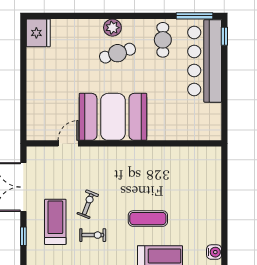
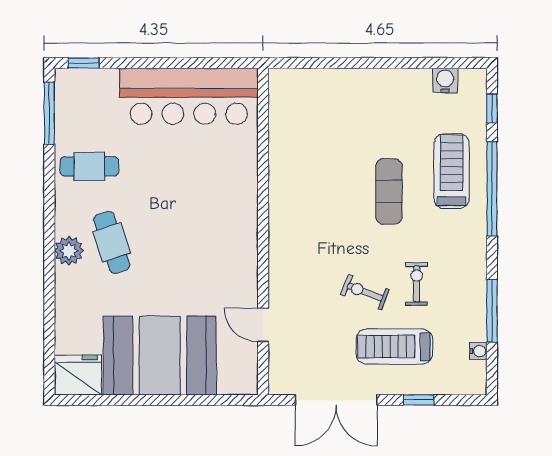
bar counter: (205, 61) -> (189, 96), moved
booth: (113, 117) -> (160, 355), moved, turned 90

